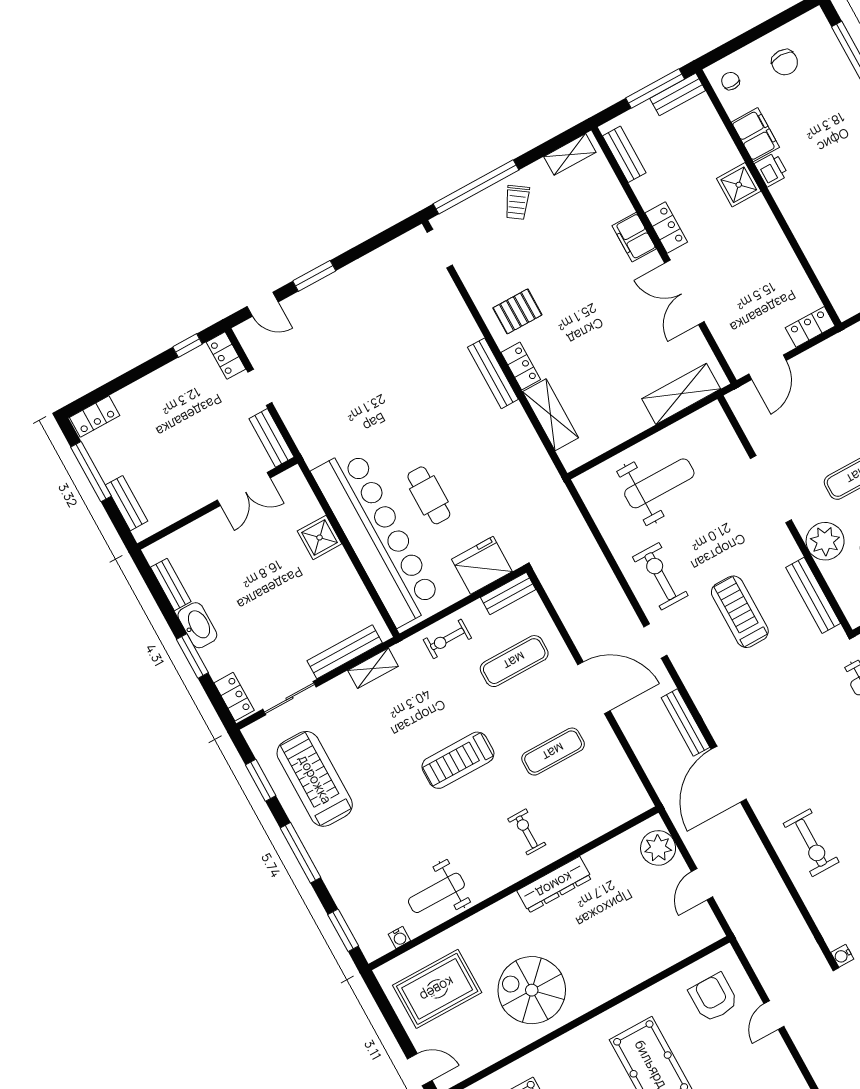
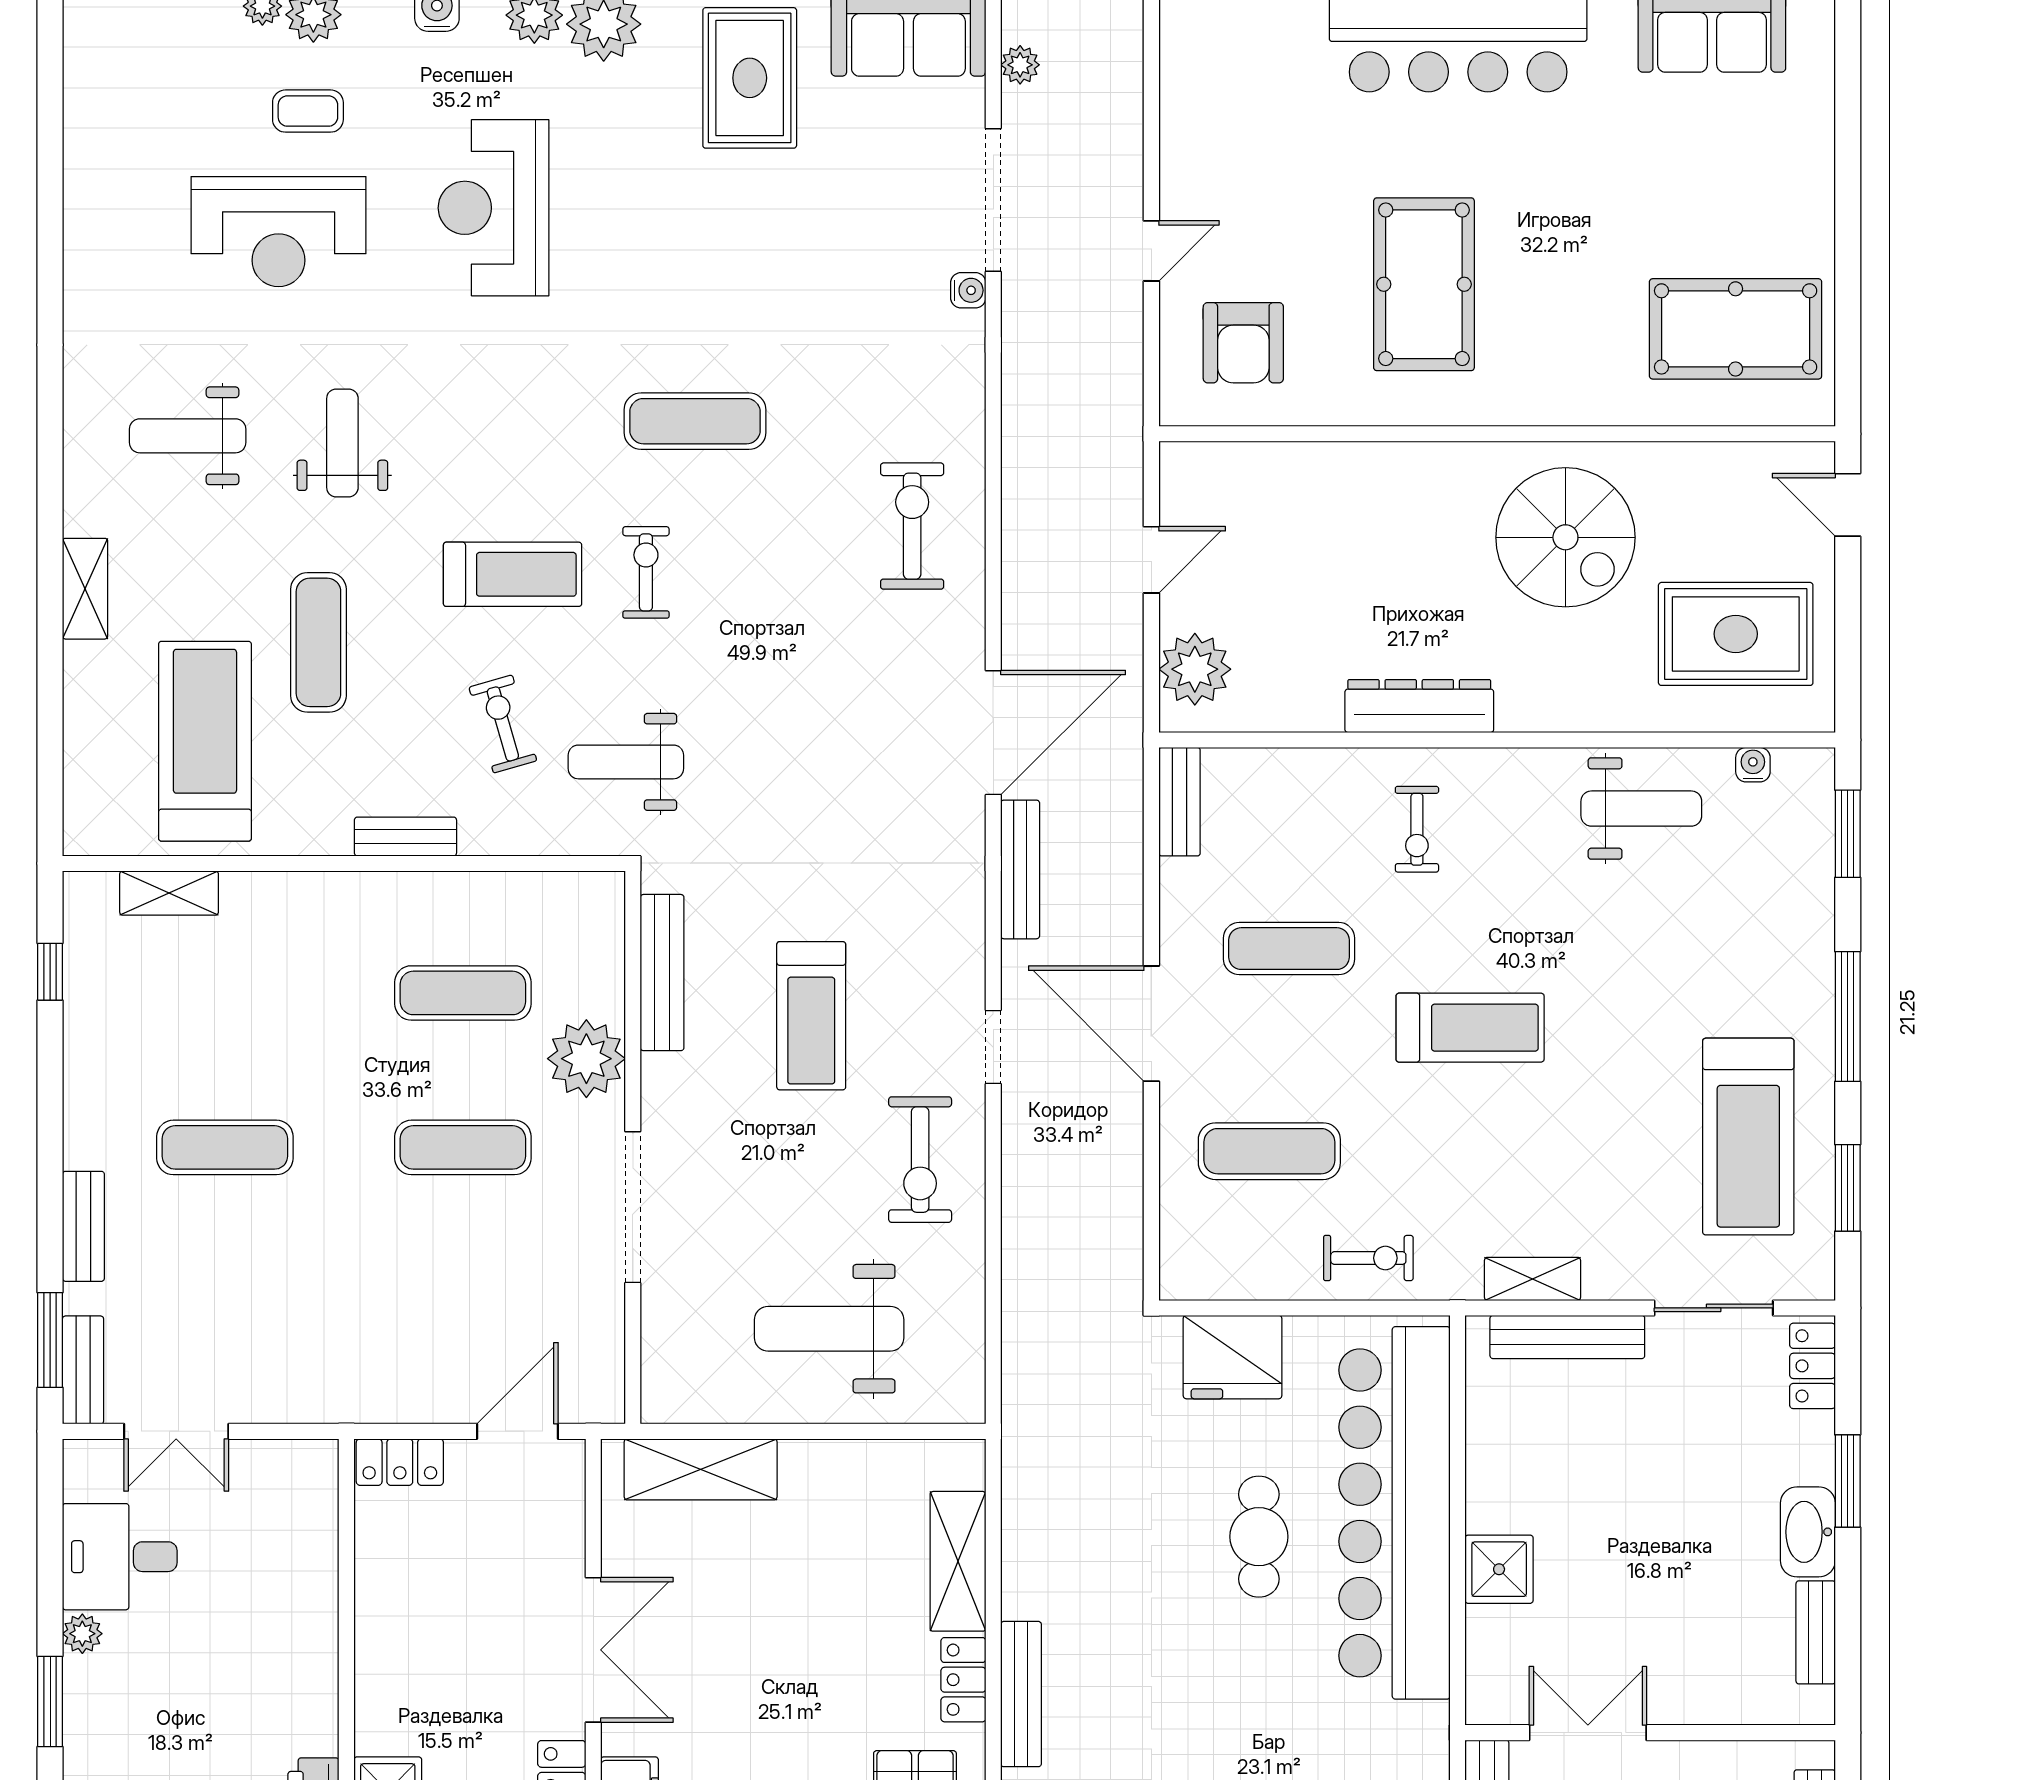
bench: (508, 594) -> (1179, 802), moved, turned 90

